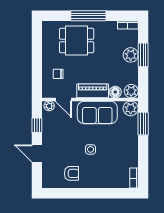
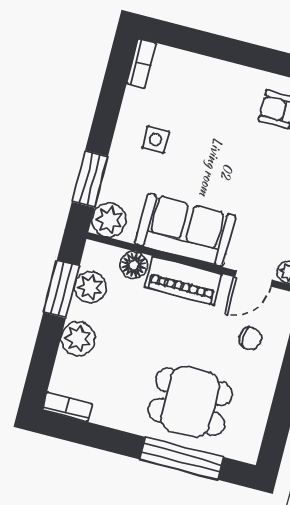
window: (88, 16) -> (181, 458), moved
window: (143, 55) -> (61, 289), moved
plant: (131, 91) -> (90, 287), moved
door: (63, 99) -> (253, 278), swing flipped
side table: (90, 149) -> (156, 140), moved

